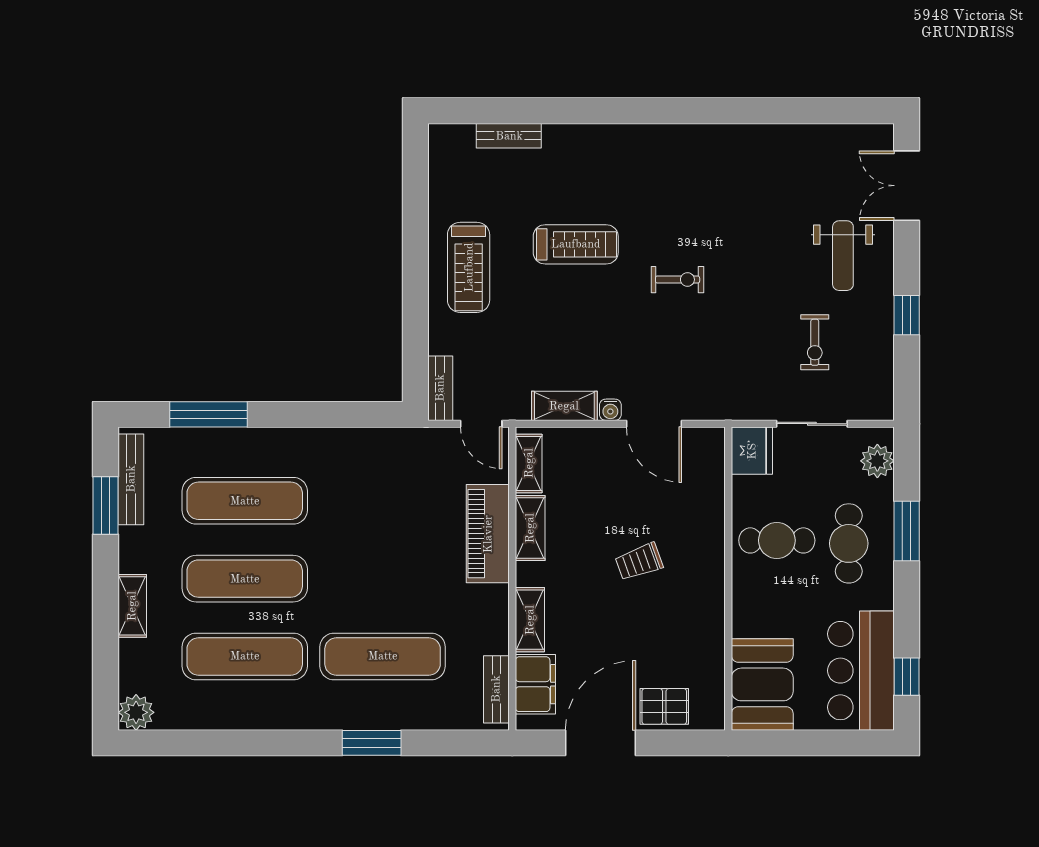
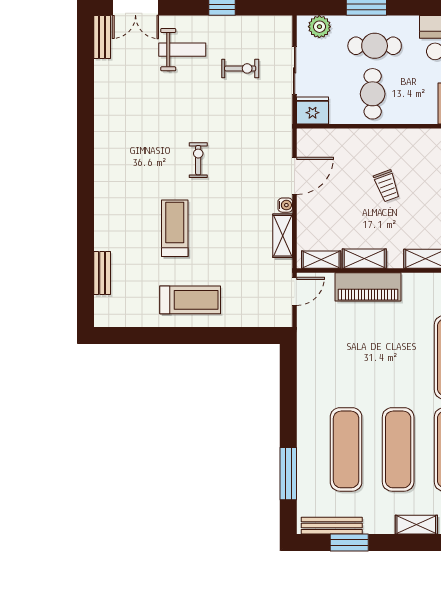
bench: (440, 388) -> (102, 37), moved, turned 90

